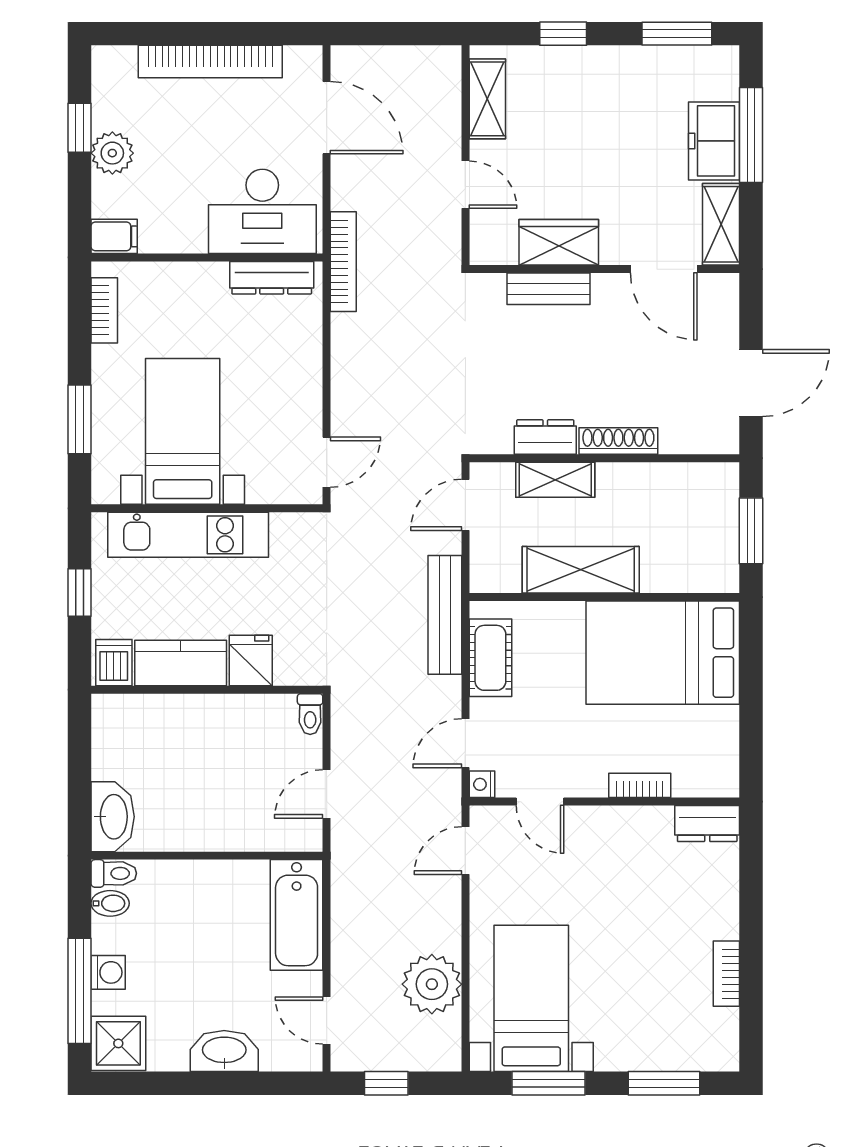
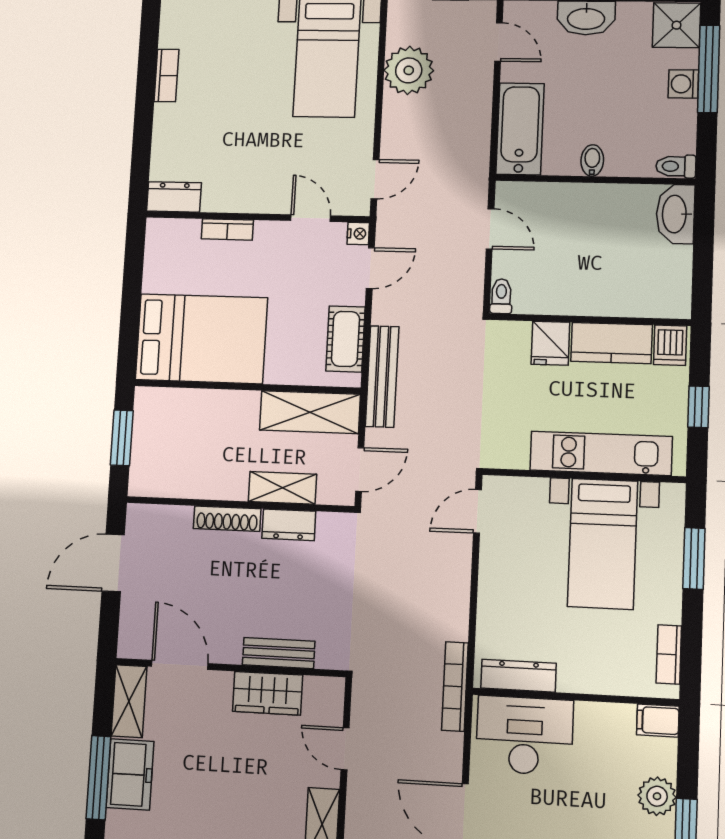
shelving: (581, 570) -> (310, 412), moved
door: (327, 794) -> (490, 229), hinge flipped
bidet: (110, 903) -> (592, 160), moved, turned 90

